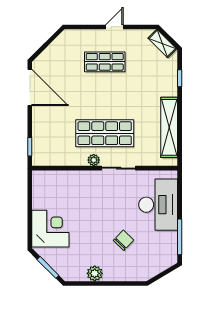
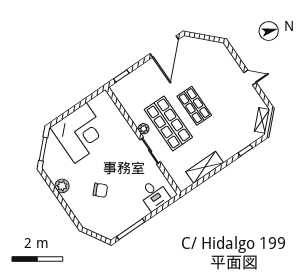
shop shelf: (105, 62) -> (194, 106), moved
shelving: (169, 127) -> (205, 167), width x0.68
desk: (158, 205) -> (154, 195), width x0.53, depth x0.77
corner desk: (50, 229) -> (80, 133), width x1.36, depth x1.36

